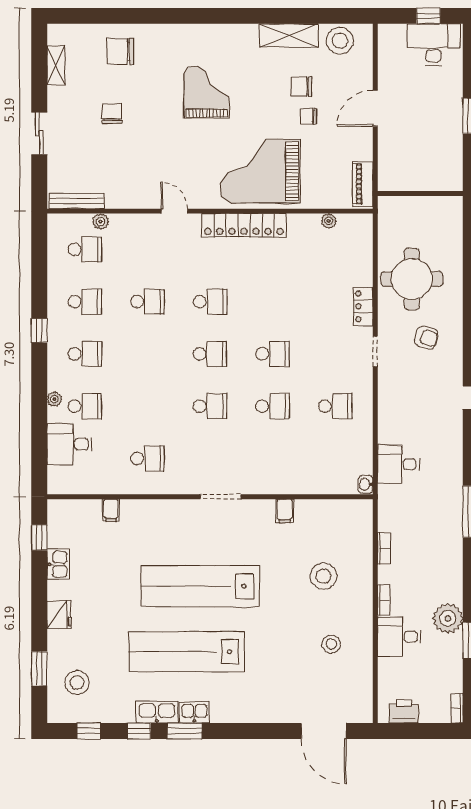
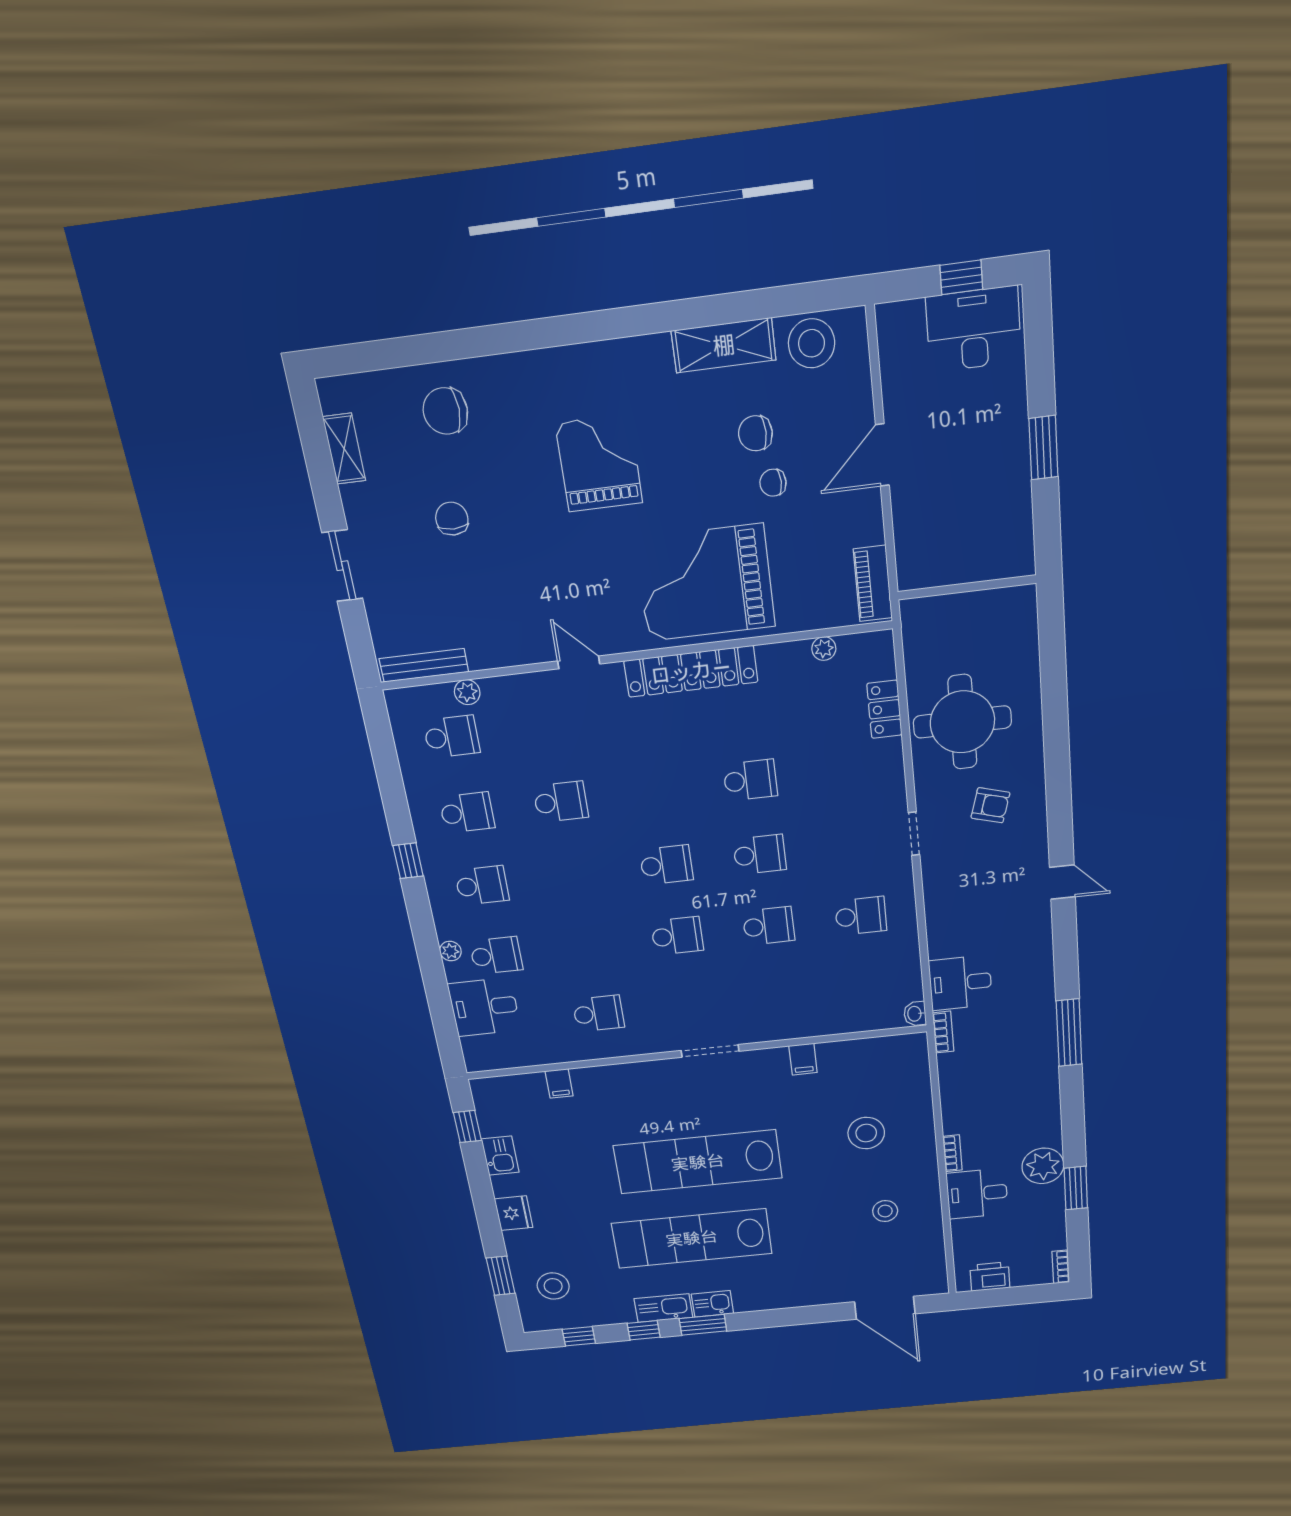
school desk: (210, 302) -> (750, 780), moved
locker: (363, 306) -> (884, 709), moved
bookcase: (384, 548) -> (943, 1032), moved

